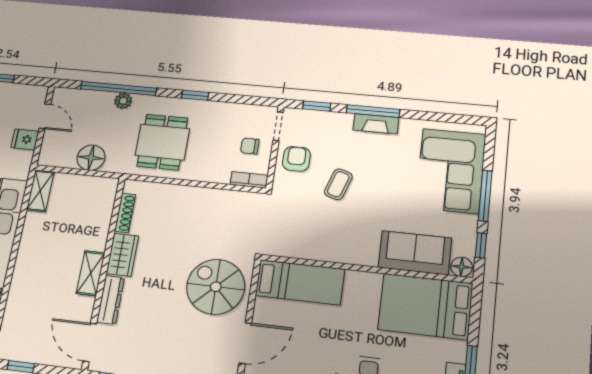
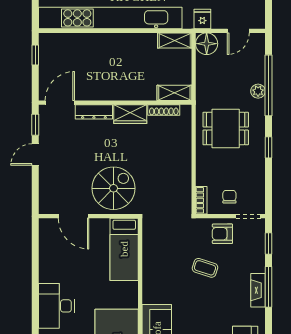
fridge: (25, 139) -> (202, 19), moved
floor lamp: (91, 158) -> (207, 44), moved
armchair: (296, 159) -> (222, 234), turned 180
shelving: (91, 273) -> (174, 93), moved

